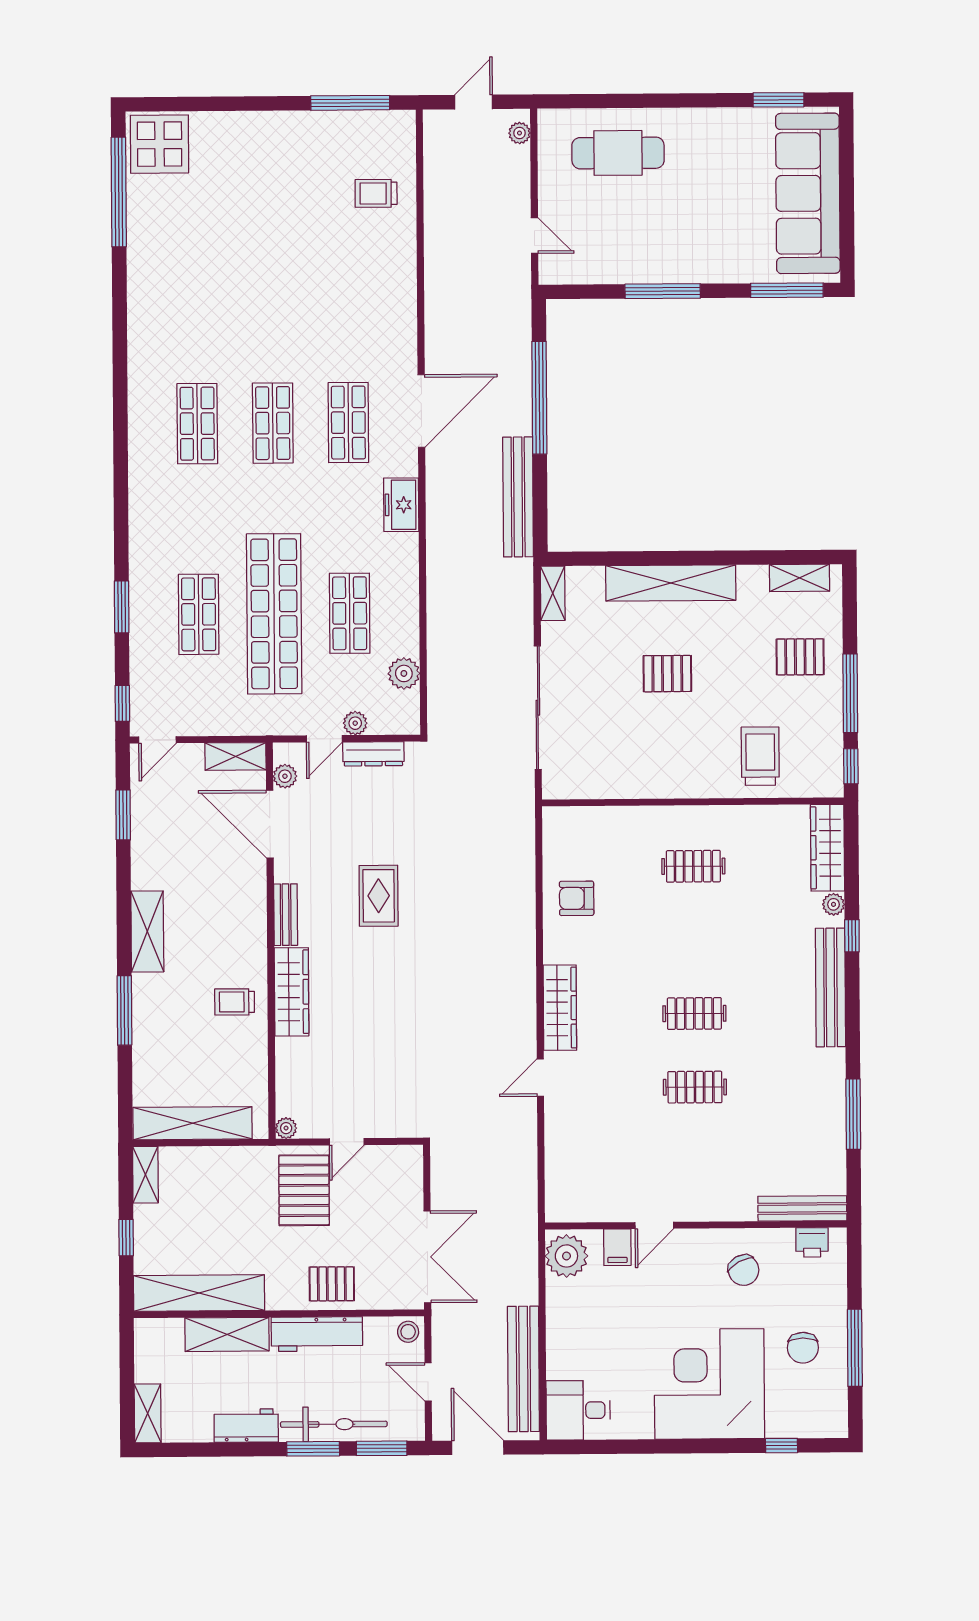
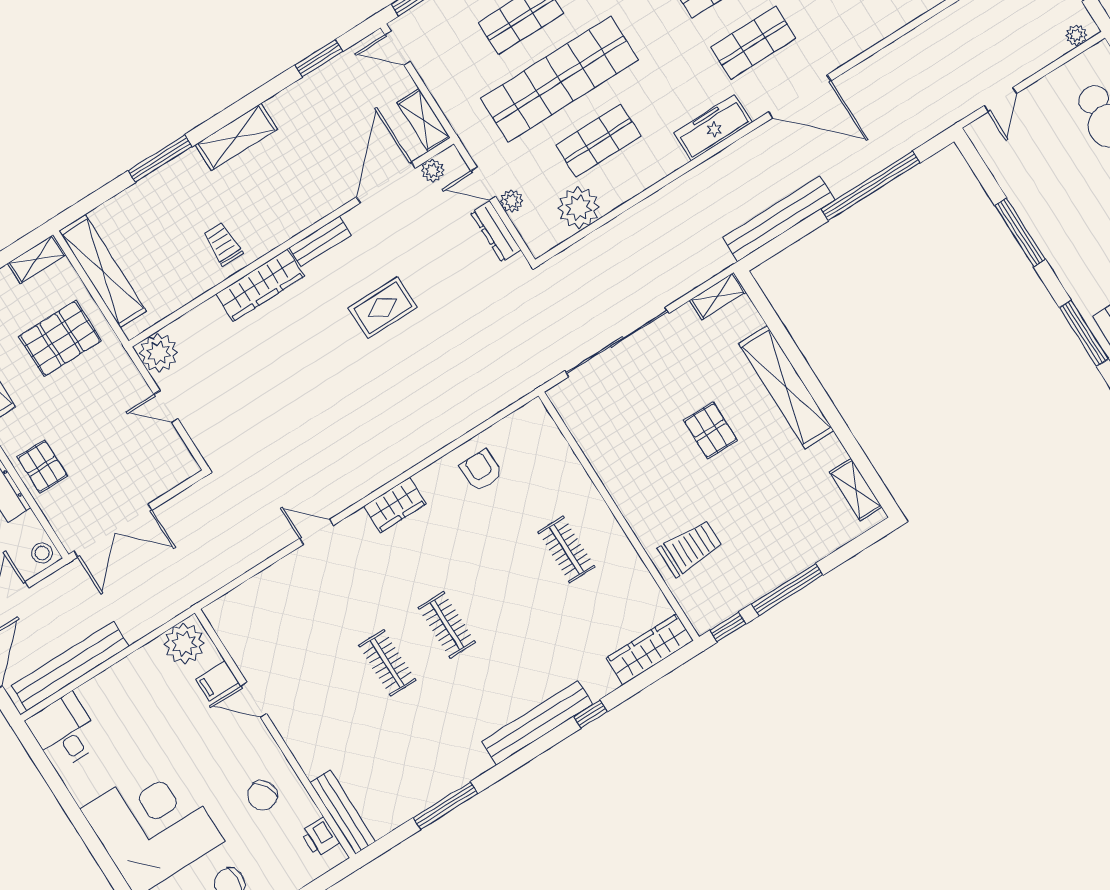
freezer: (401, 505) -> (713, 128), width x1.40
pallet: (800, 657) -> (792, 530), removed
plant: (404, 673) -> (579, 208), width x1.36, depth x1.36
plant: (834, 904) -> (607, 683), removed
wardrobe: (560, 1008) -> (395, 505), width x0.67
plant: (286, 1128) -> (159, 353), width x1.88, depth x1.88
pallet: (304, 1190) -> (60, 338), moved

